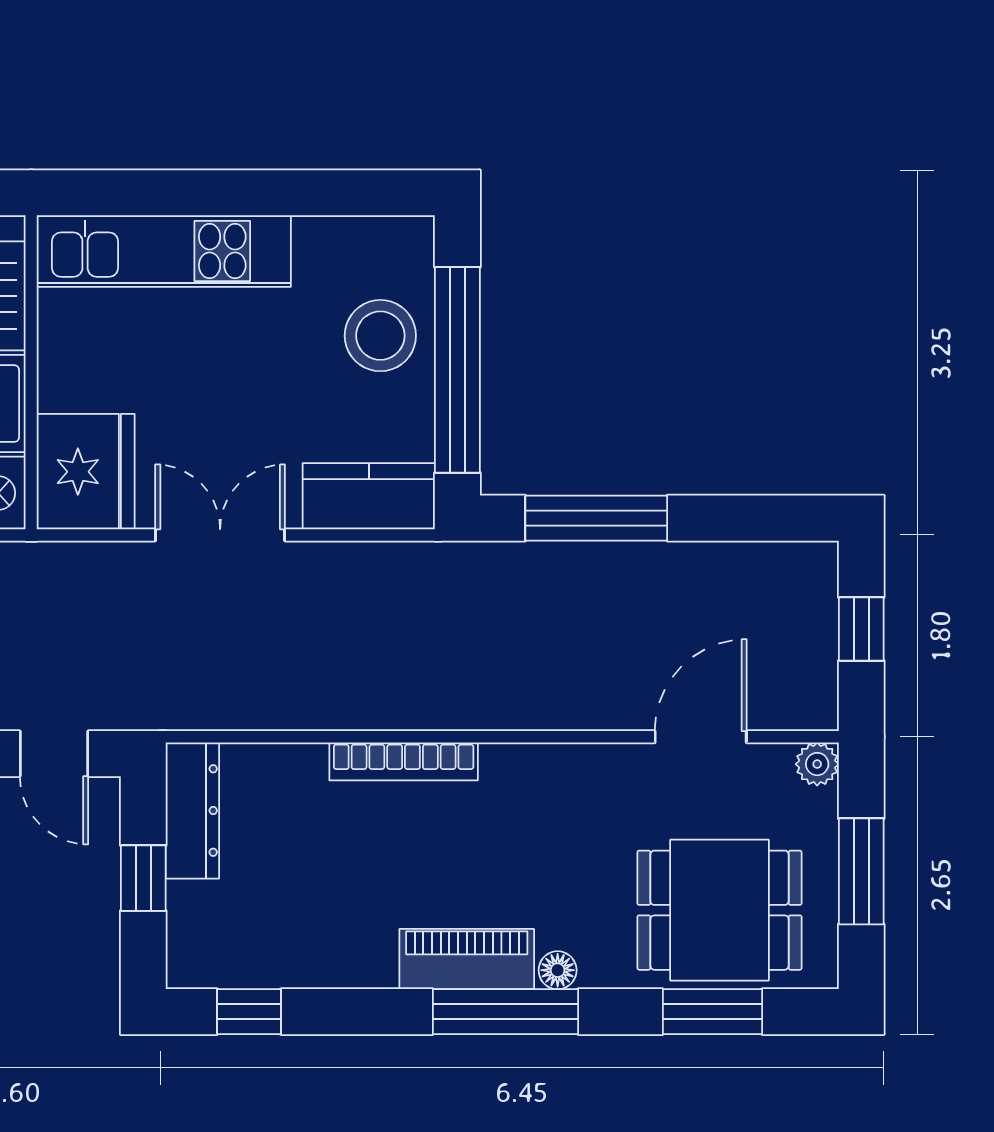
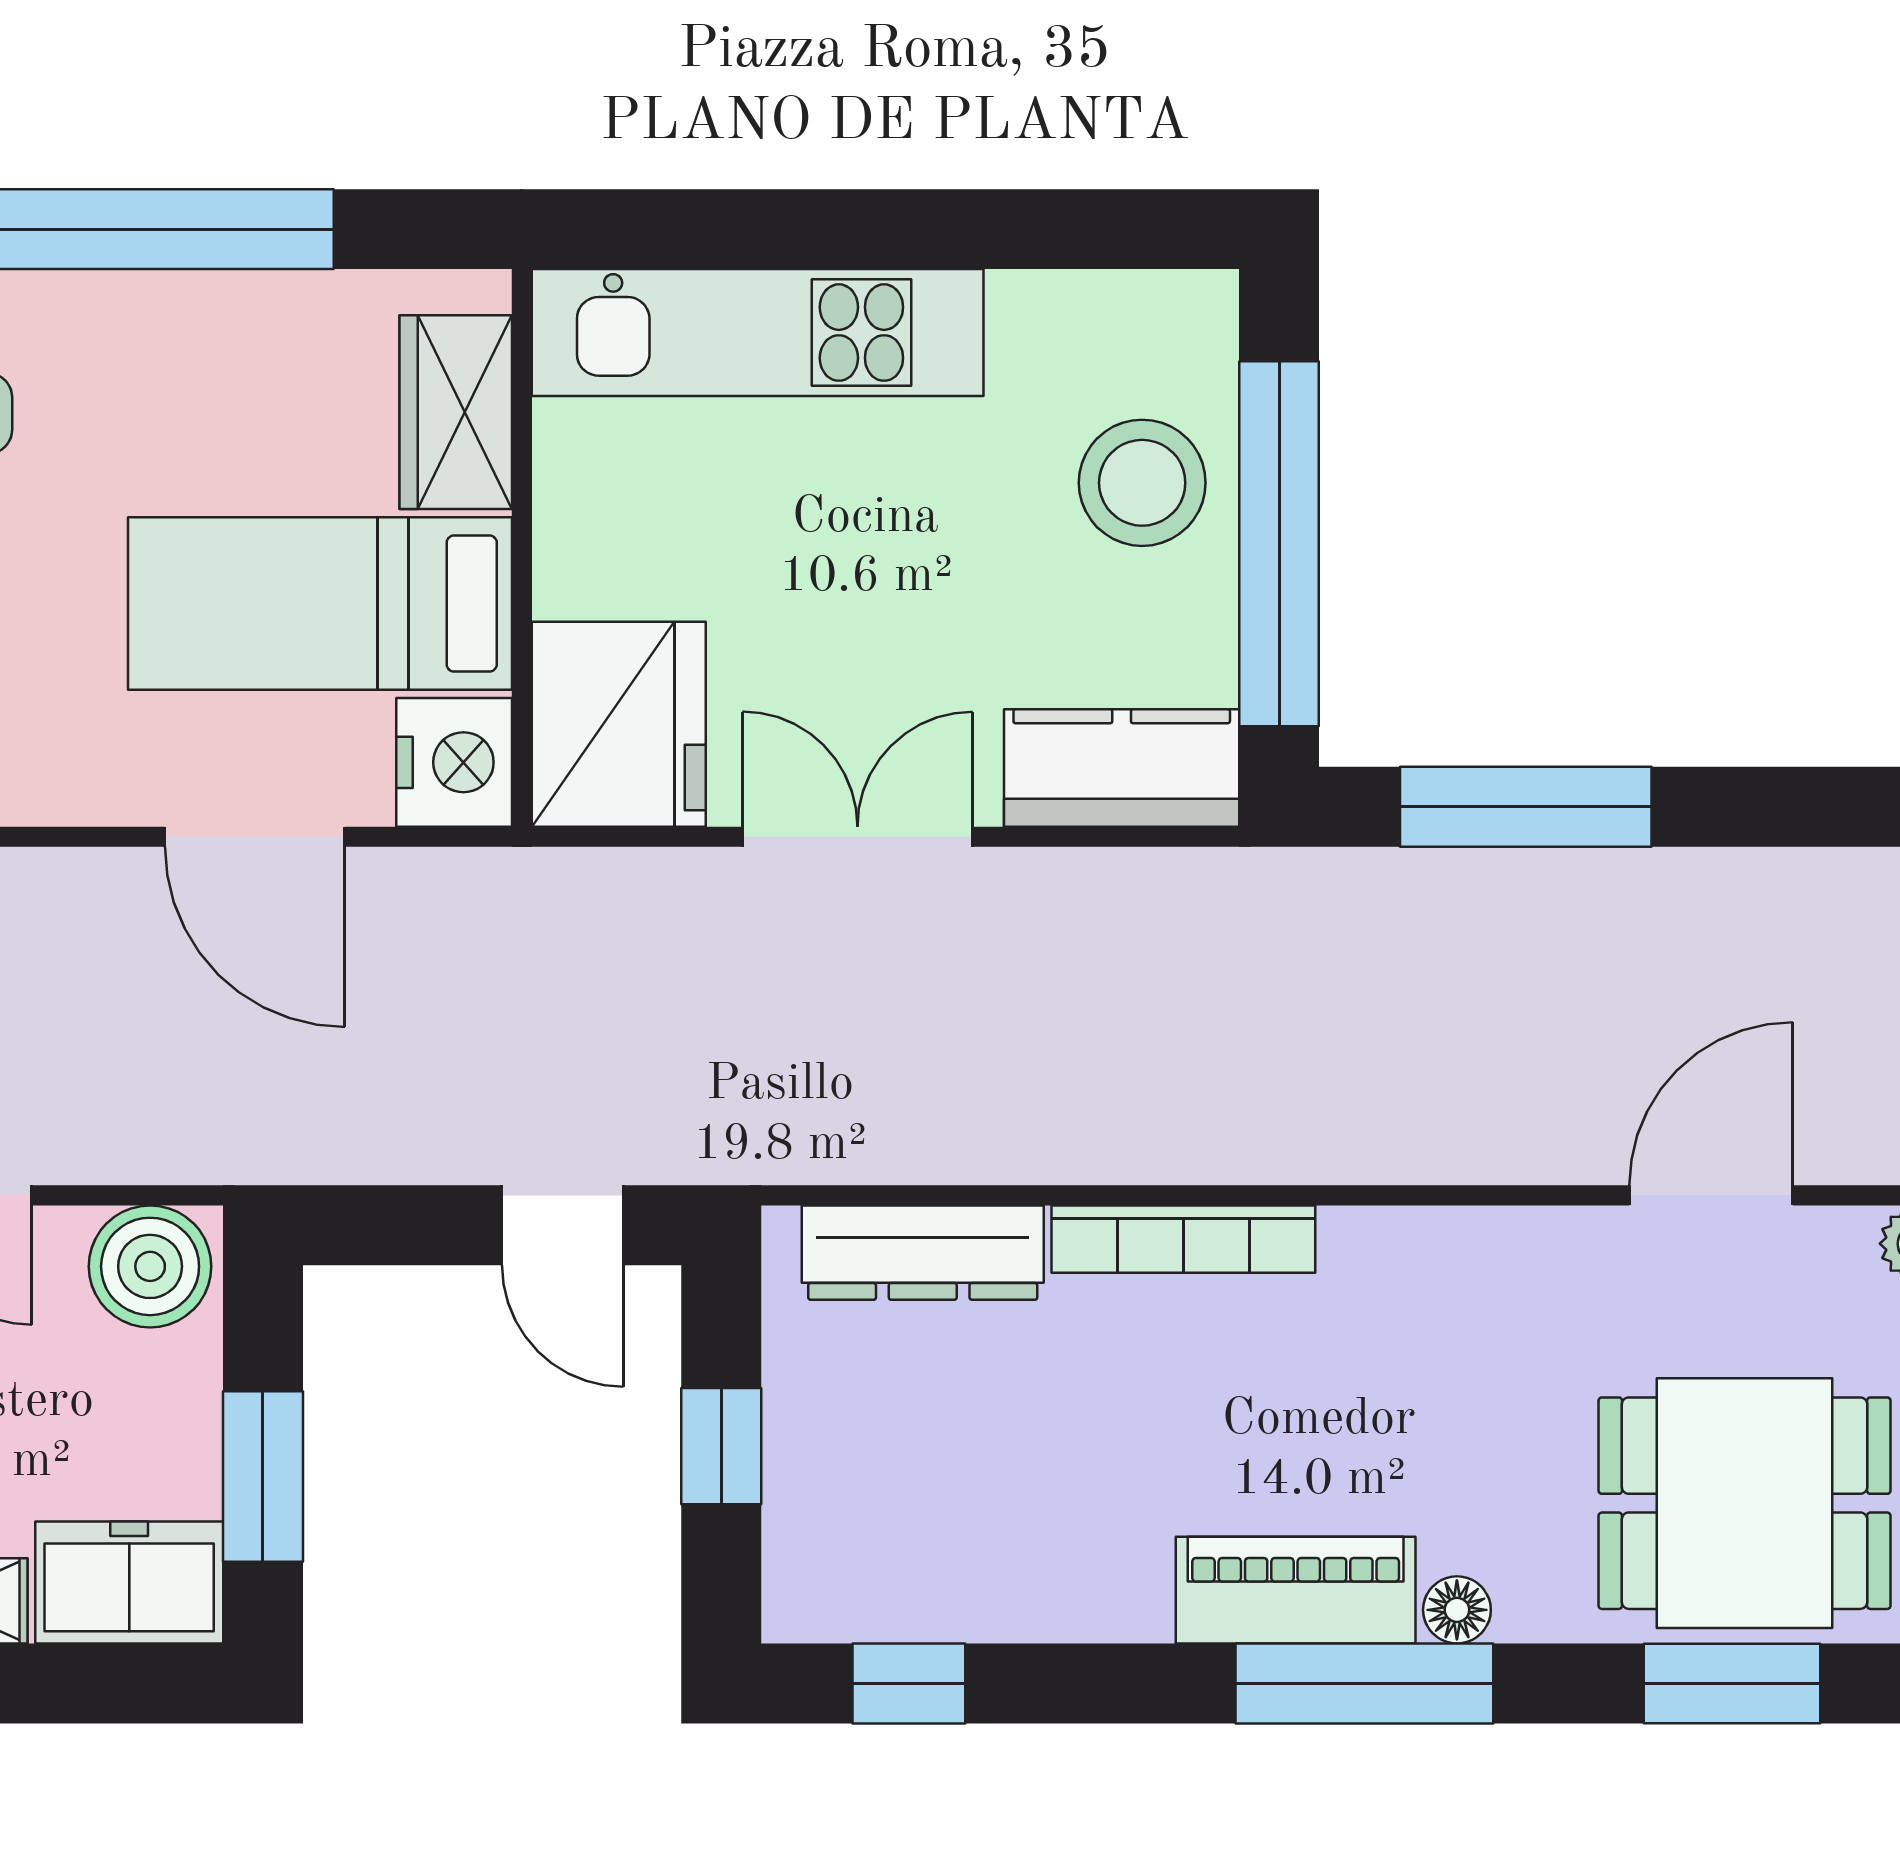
dresser: (192, 811) -> (923, 1253), moved, turned 90

